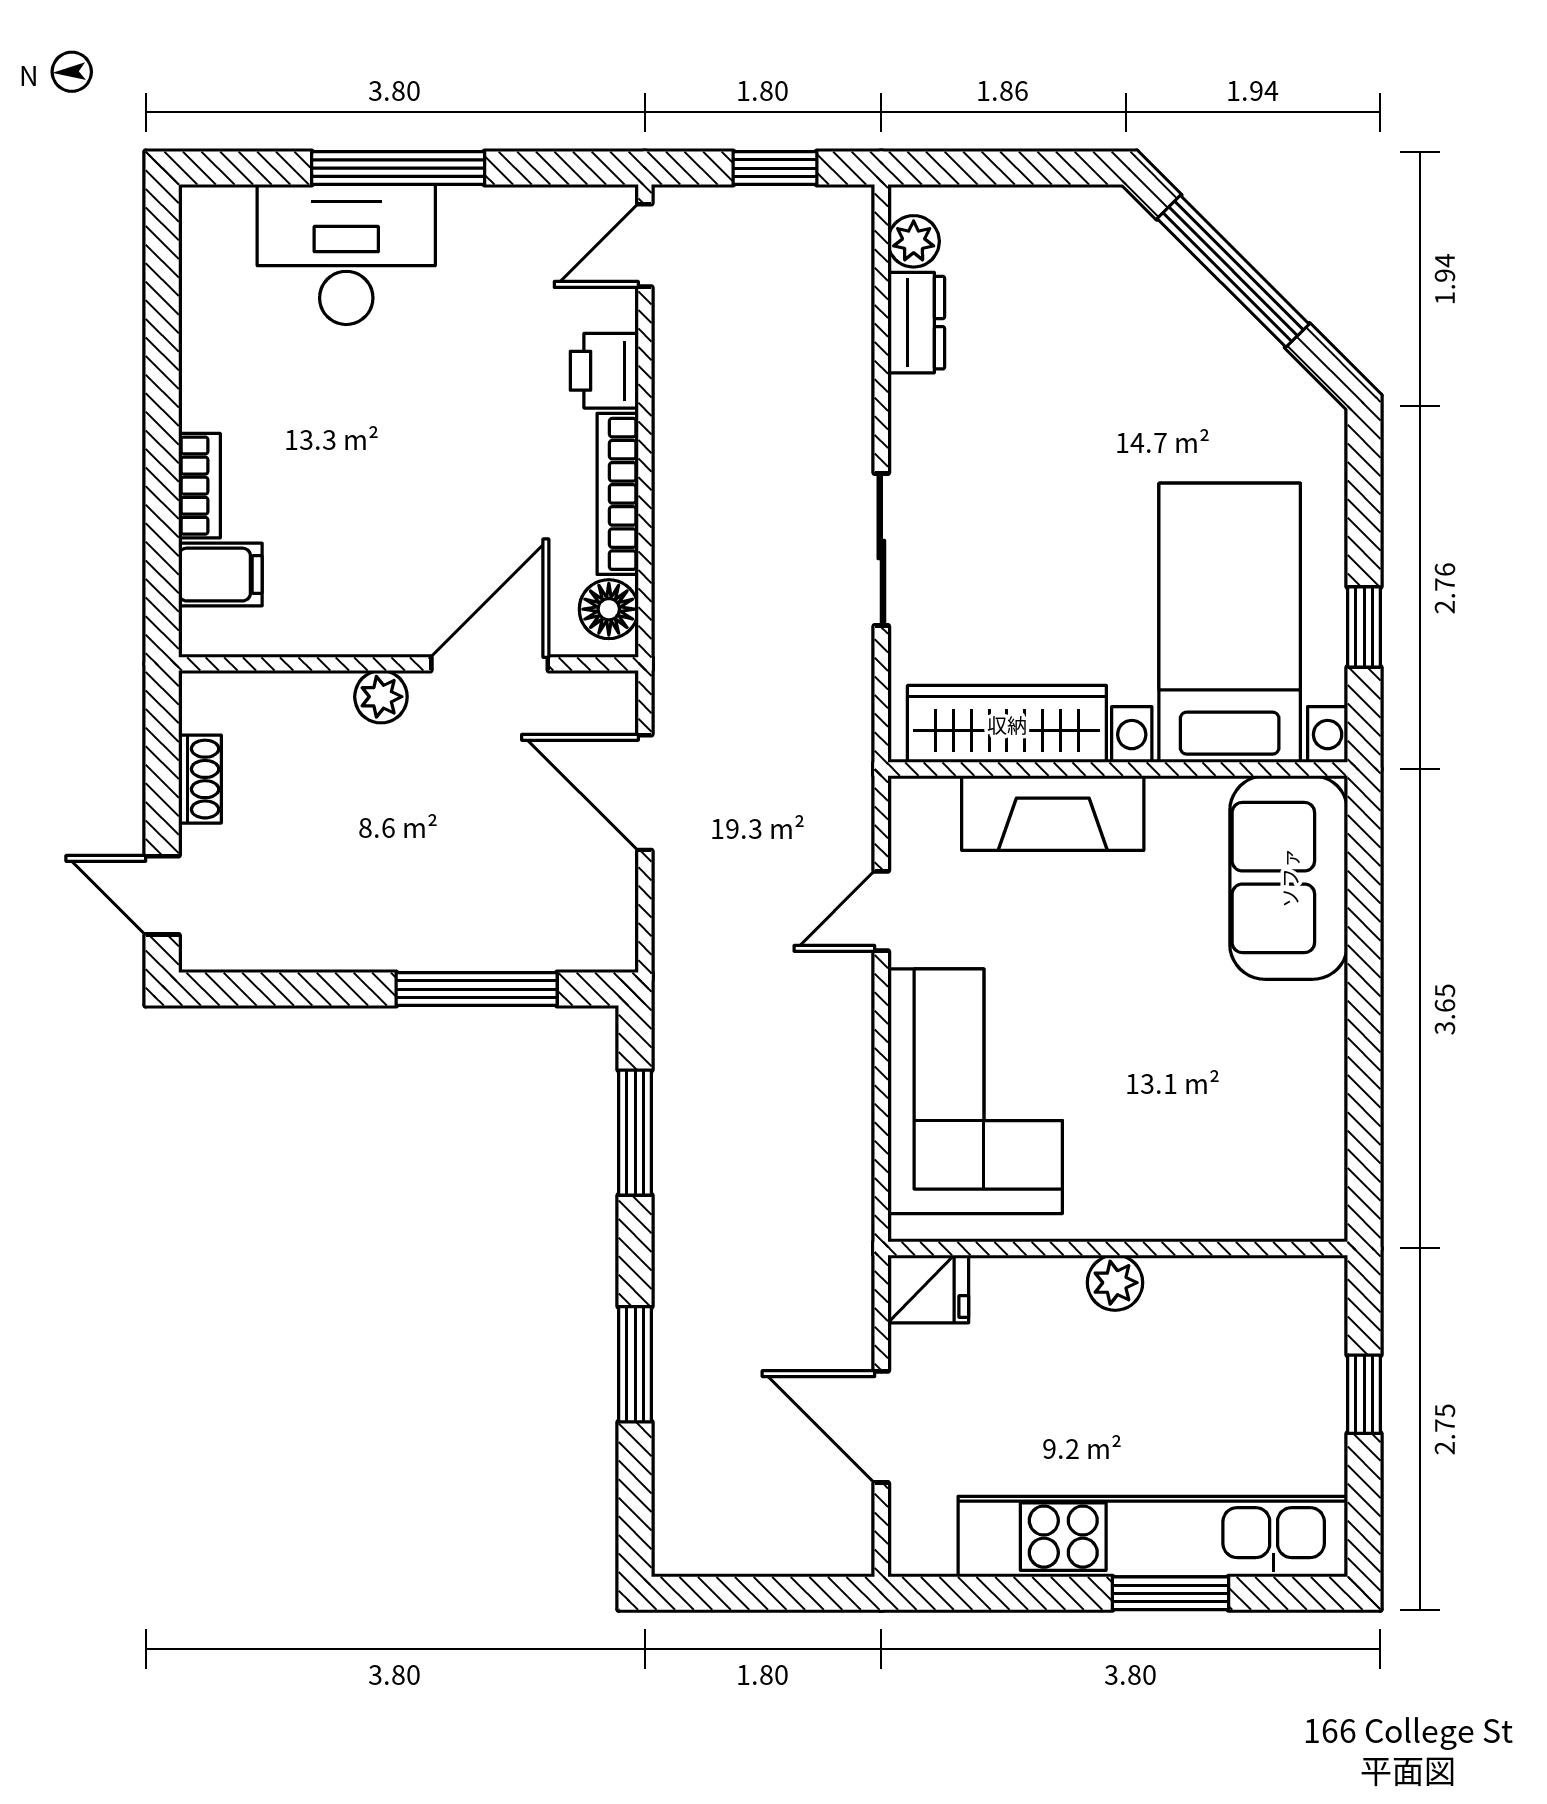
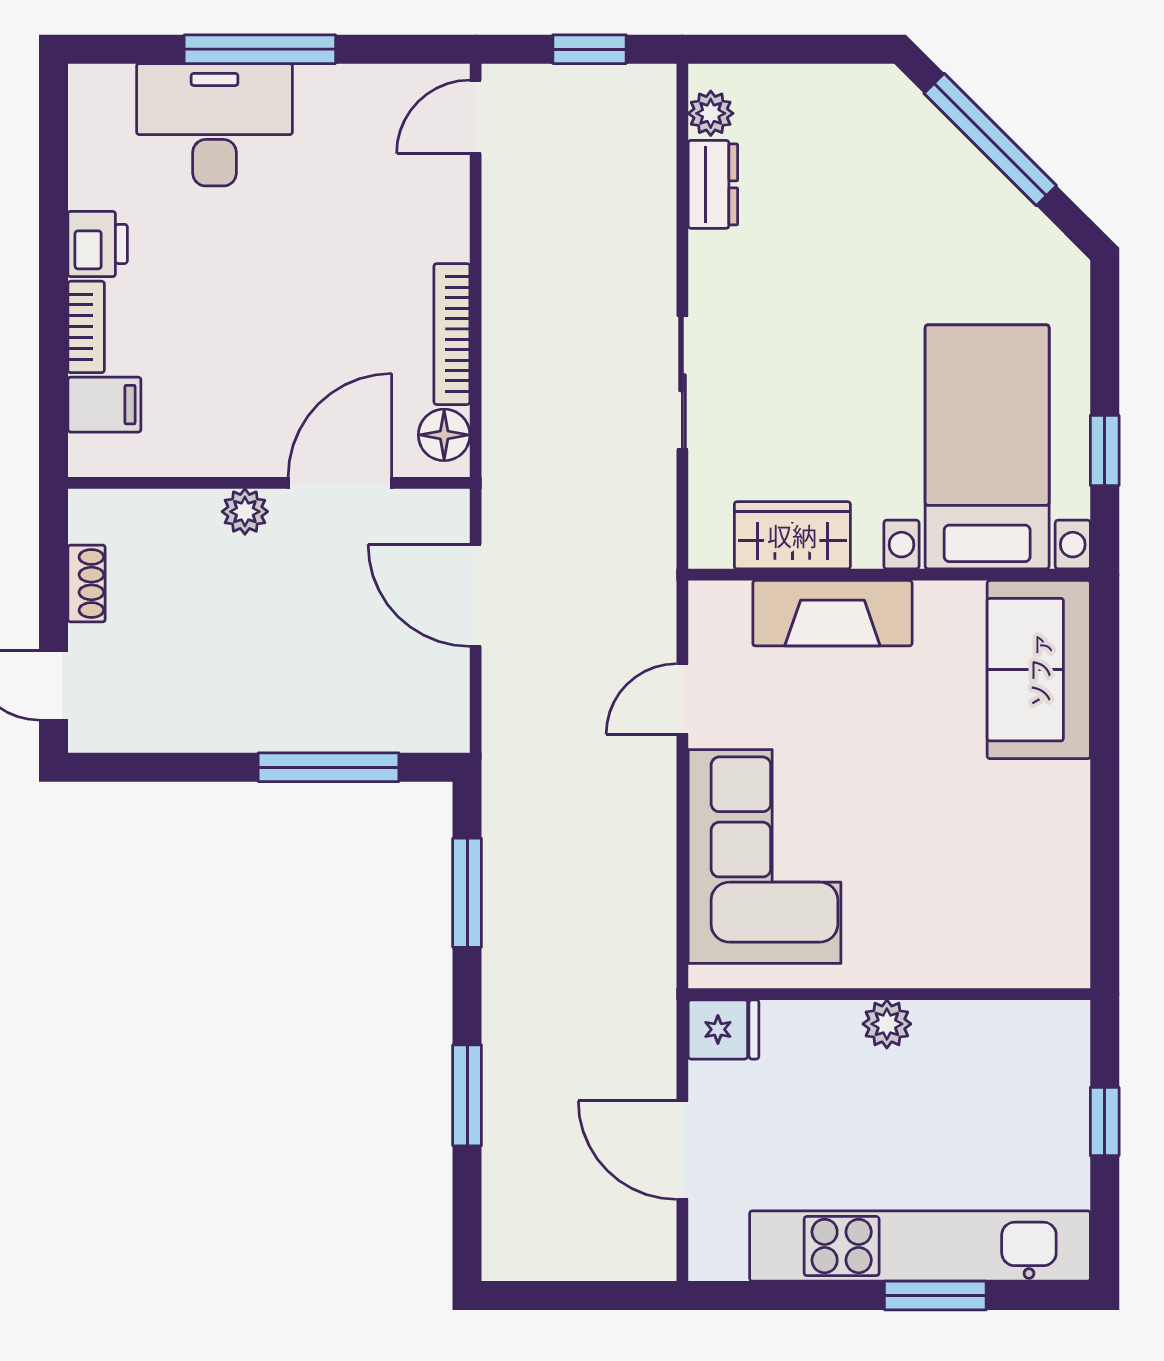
printer: (604, 371) -> (98, 244), moved, turned 180
wardrobe: (1007, 724) -> (792, 535), width x0.67

